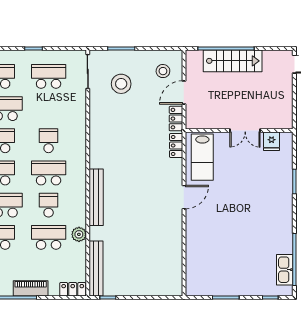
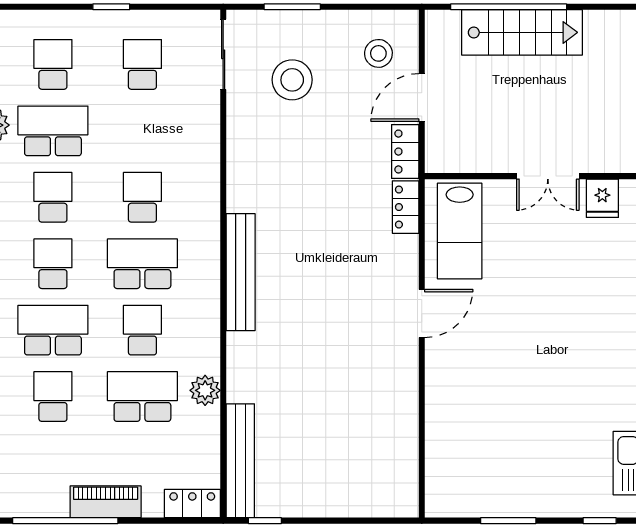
school desk: (49, 76) -> (142, 64), width x0.54
bench: (96, 197) -> (241, 272), moved

